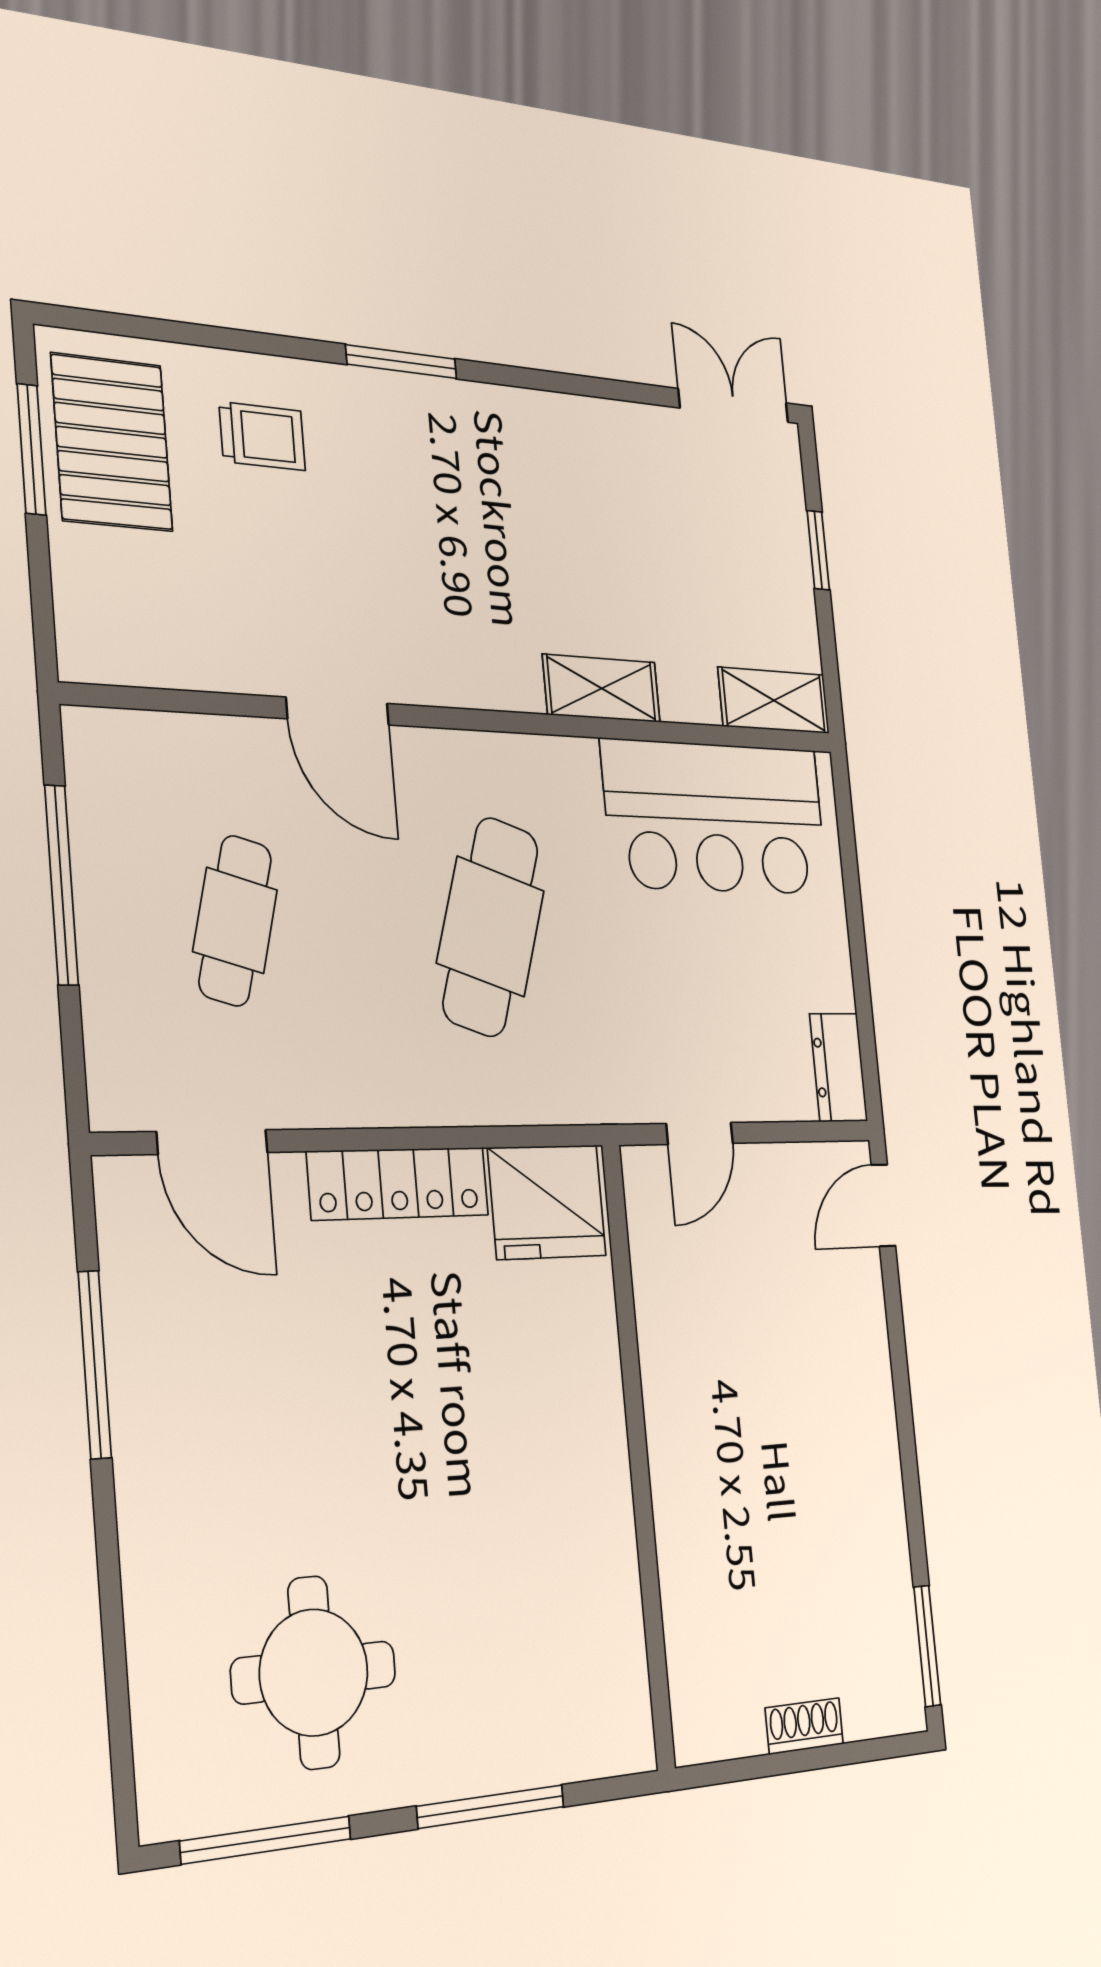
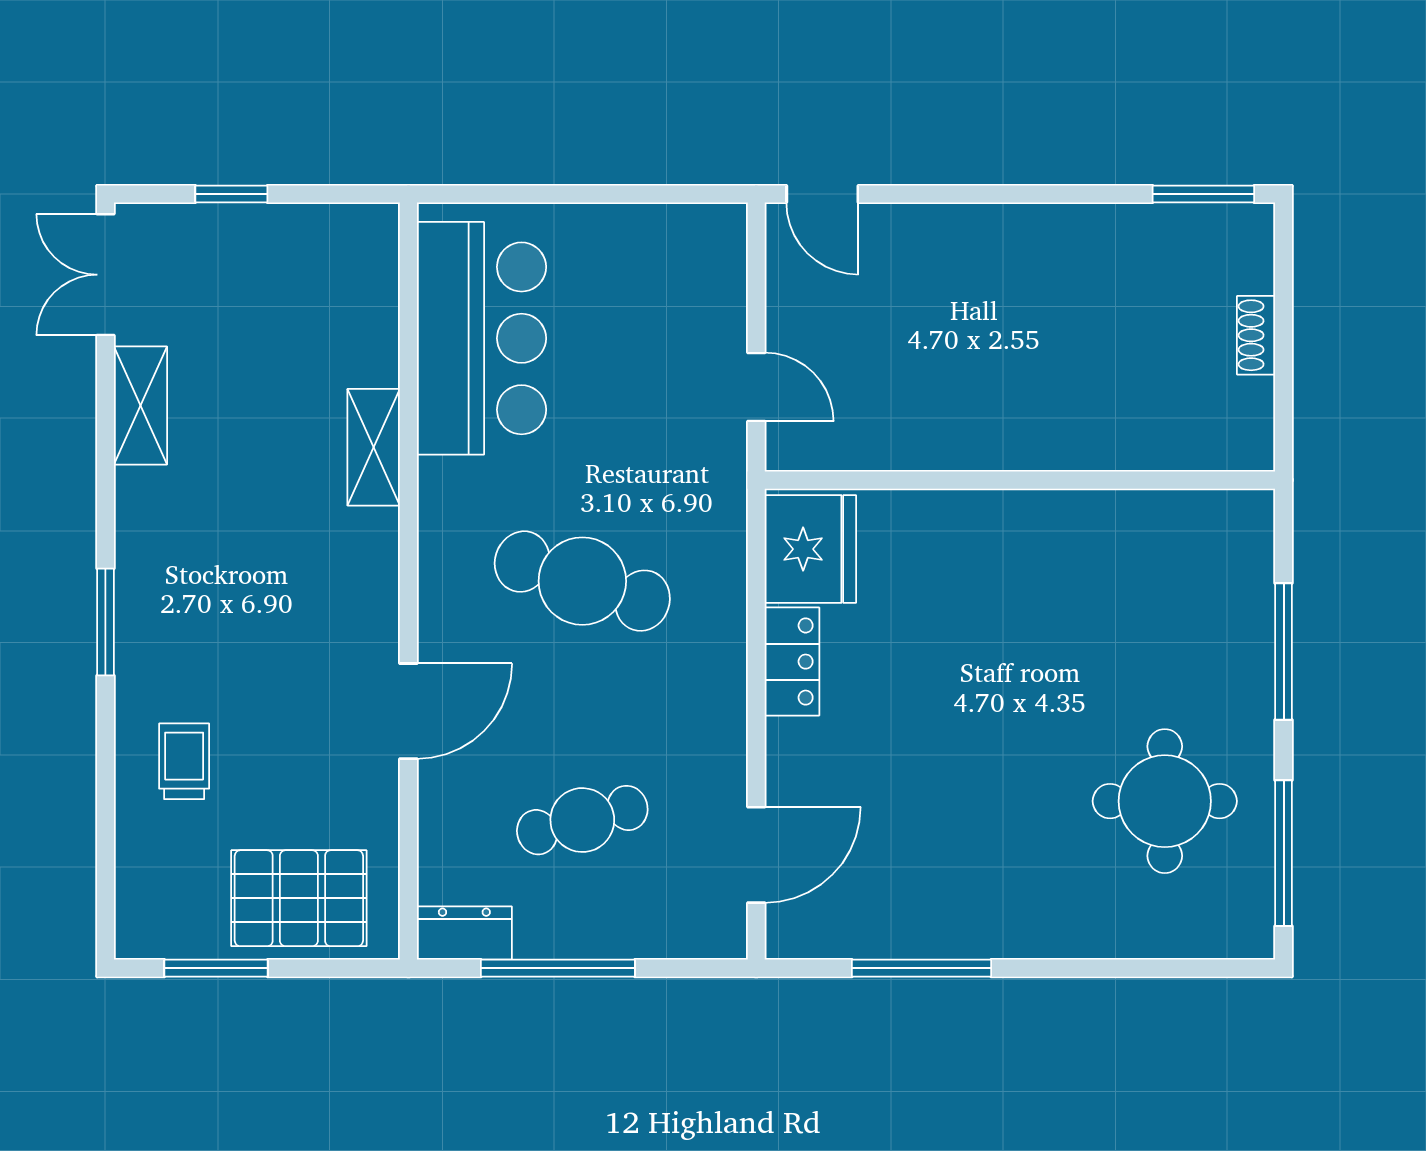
pallet: (112, 442) -> (299, 898), moved
shelving: (774, 700) -> (140, 406), moved
cafe table: (235, 921) -> (582, 820), turned -30
dresser: (839, 1067) -> (464, 933), moved, turned 180
locker: (398, 1183) -> (792, 662), width x0.66

